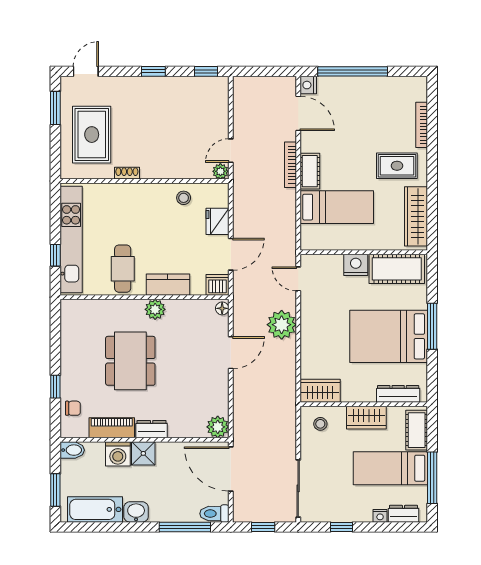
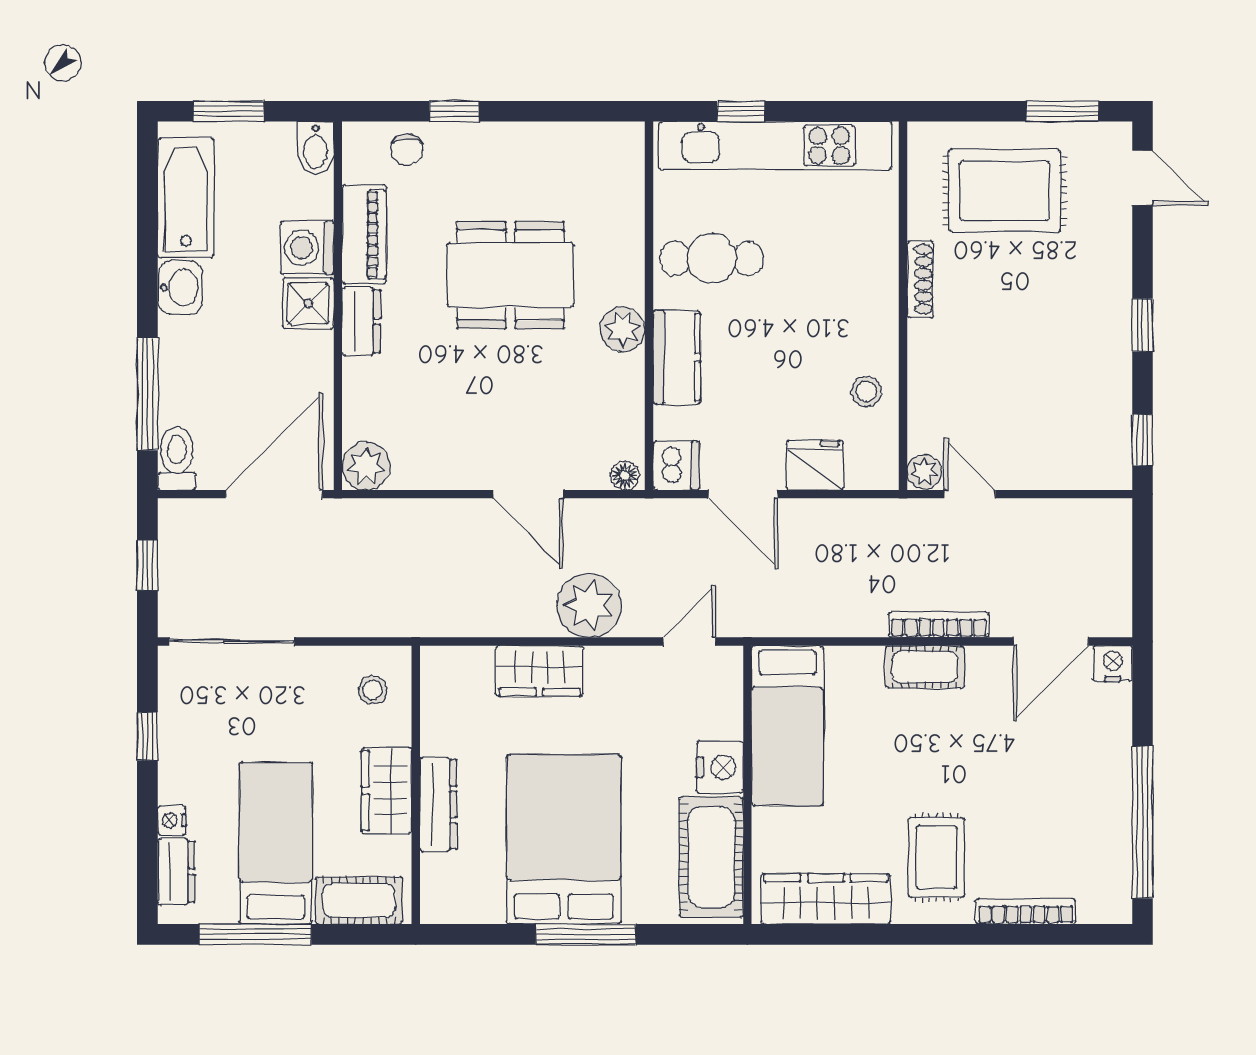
window: (353, 71) -> (1143, 822), moved
shoe rack: (127, 173) -> (920, 279), width x1.43
bed: (337, 207) -> (787, 726), moved
wardrobe: (320, 391) -> (540, 671), moved, turned 90
dresser: (398, 394) -> (438, 804), moved

